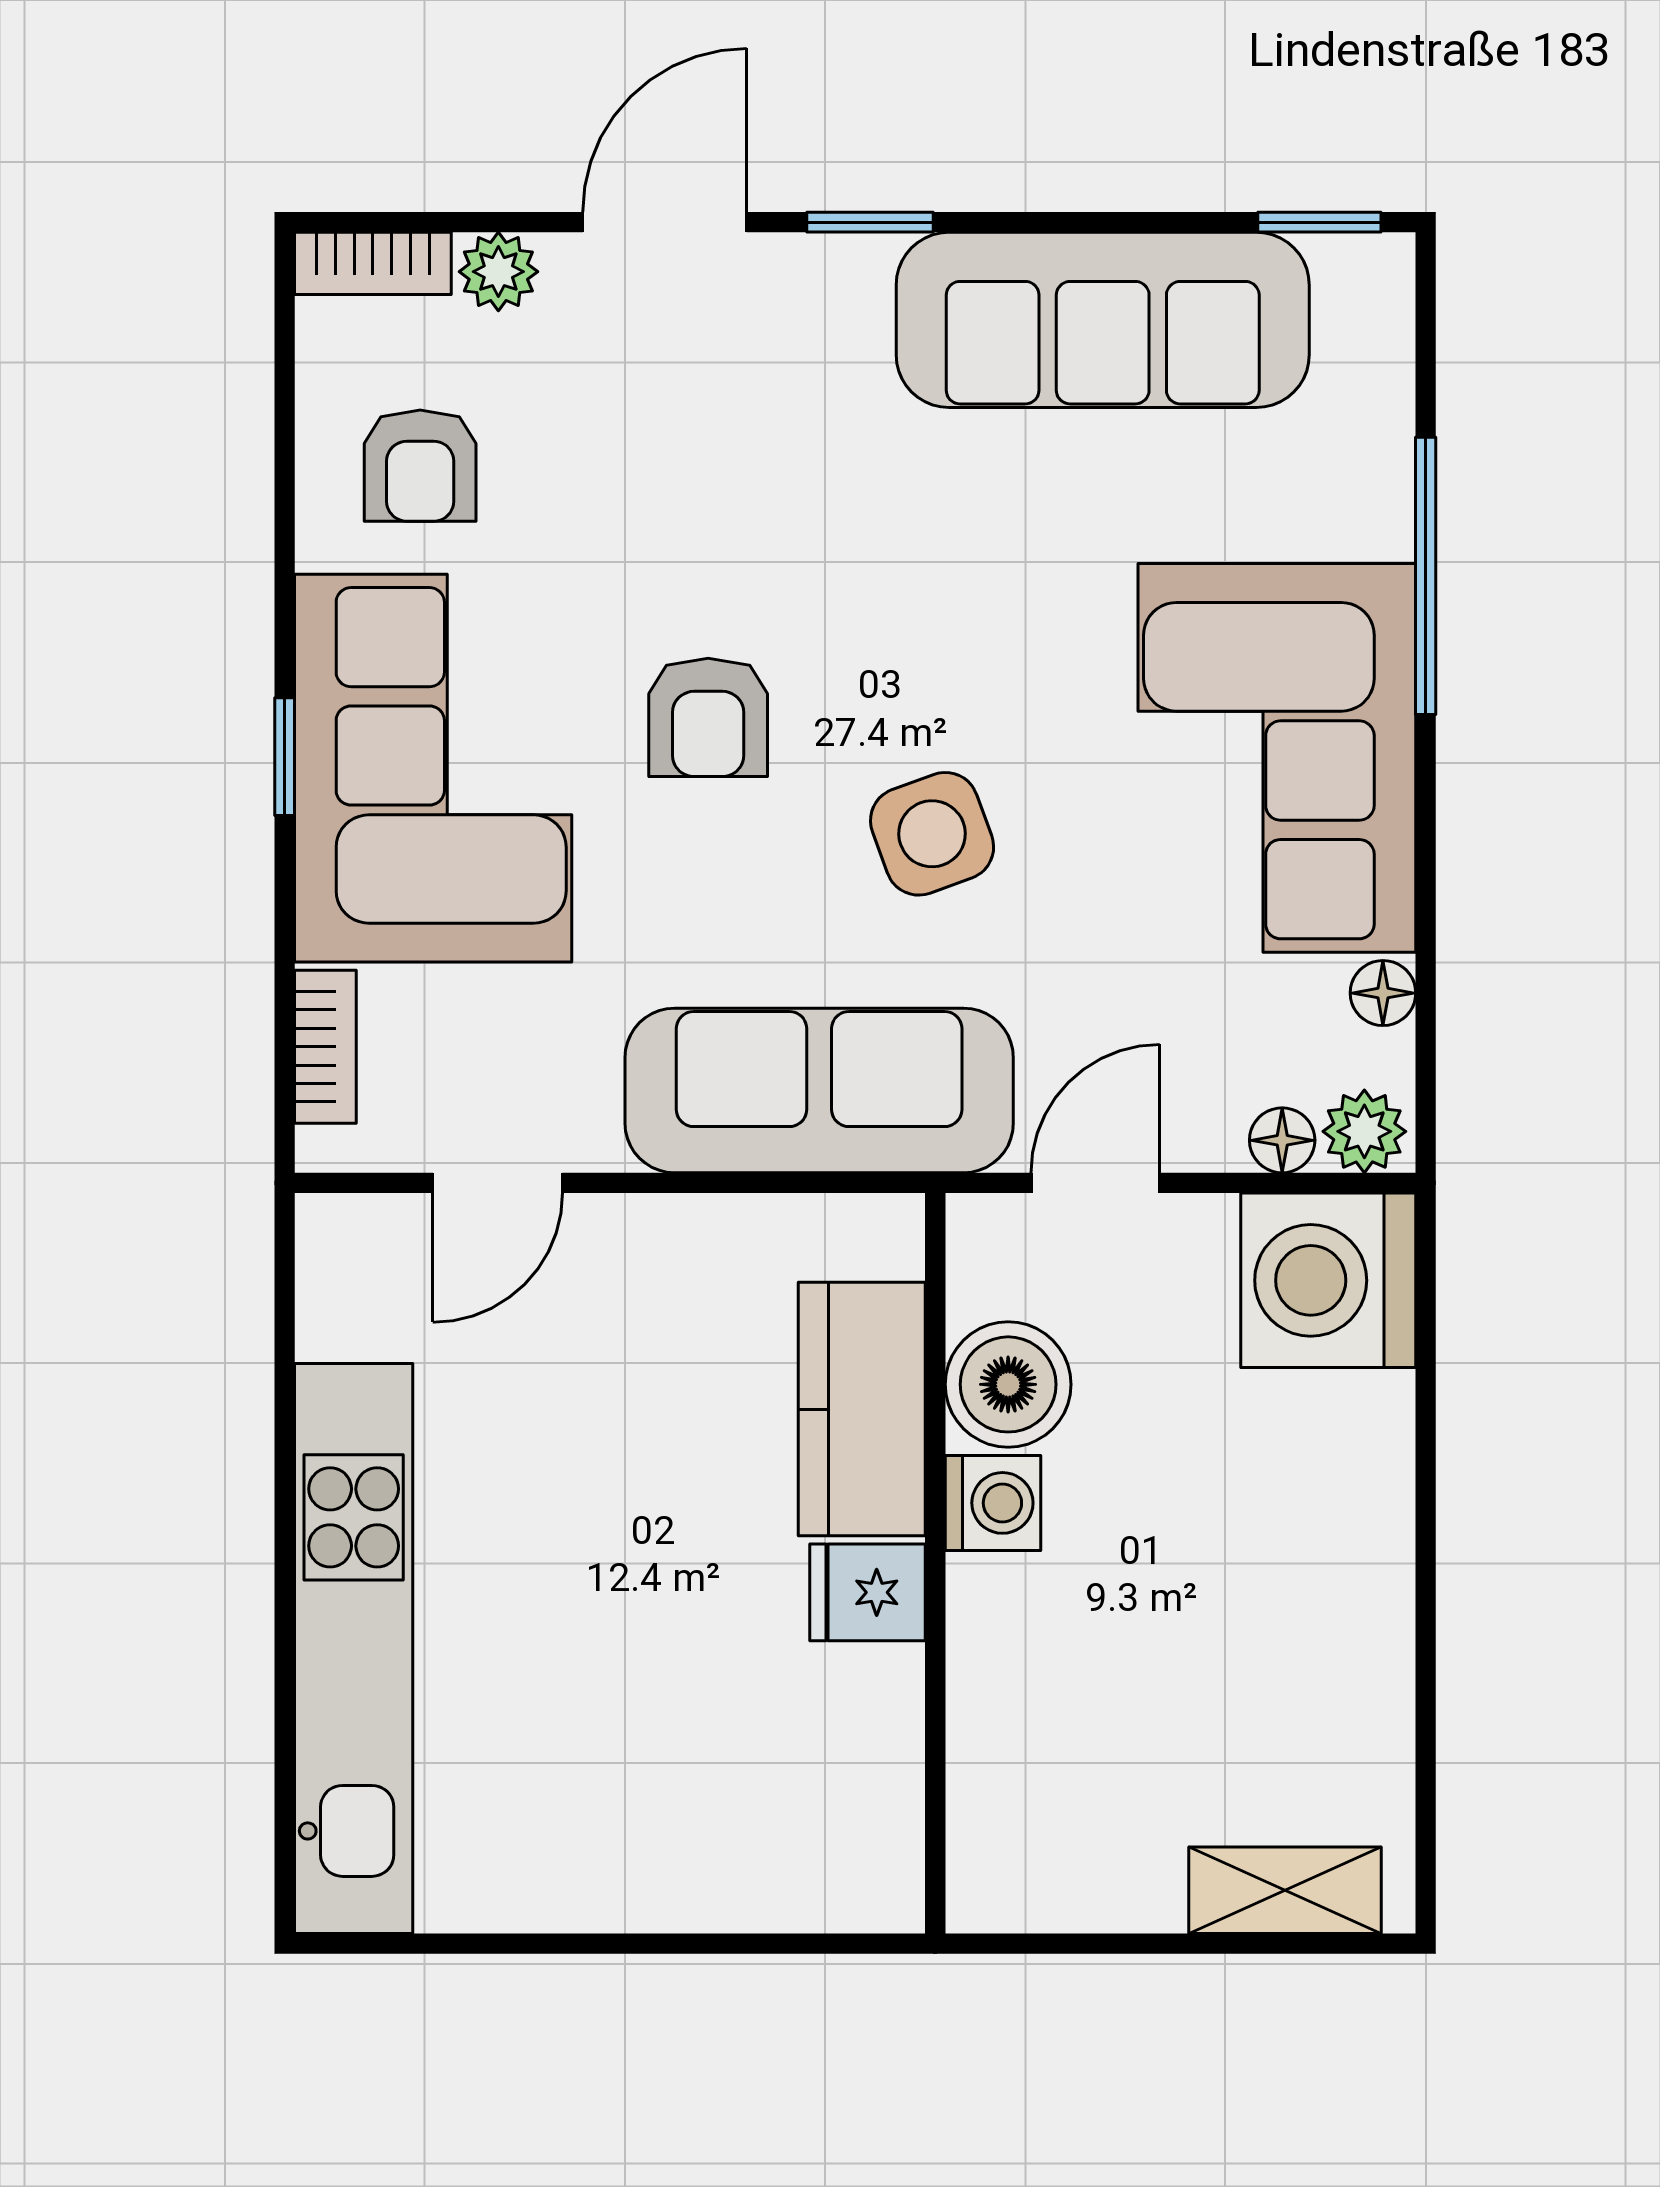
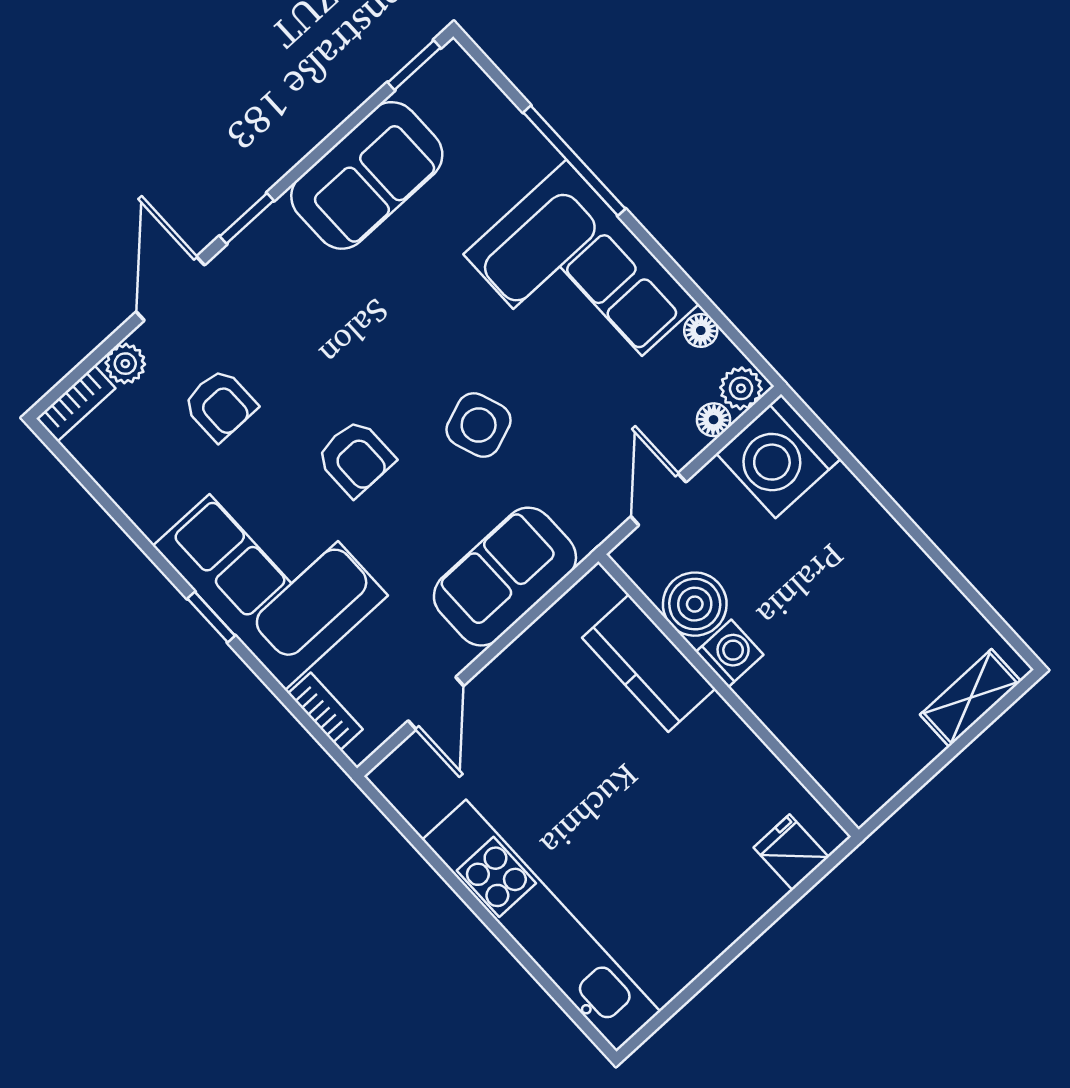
sofa: (1103, 320) -> (367, 175), width x0.73
armchair: (420, 466) -> (220, 405), moved
sofa: (819, 1090) -> (505, 577), width x0.73
fridge: (868, 1592) -> (791, 852), moved, turned 90

